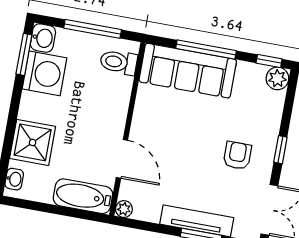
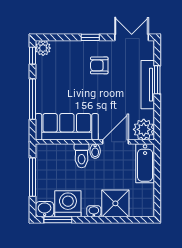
toilet: (119, 62) -> (82, 156), moved
sofa: (188, 71) -> (67, 127), moved, turned -90
bidet: (114, 127) -> (95, 151), added
washbasin: (14, 179) -> (94, 211), moved
plant: (124, 209) -> (144, 129), width x1.88, depth x1.88

